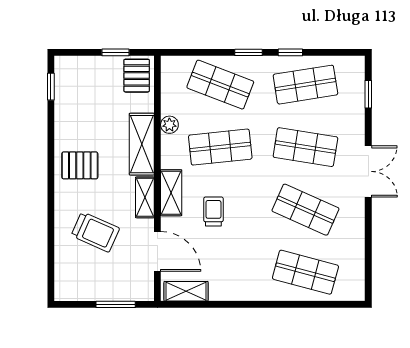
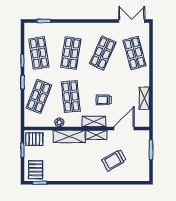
pallet: (80, 165) -> (36, 170), moved
double door: (368, 171) -> (132, 21), moved
trolley: (95, 232) -> (114, 160), turned -144
shop shelf: (305, 272) -> (135, 53), turned -30
shelving: (186, 291) -> (144, 98), moved

